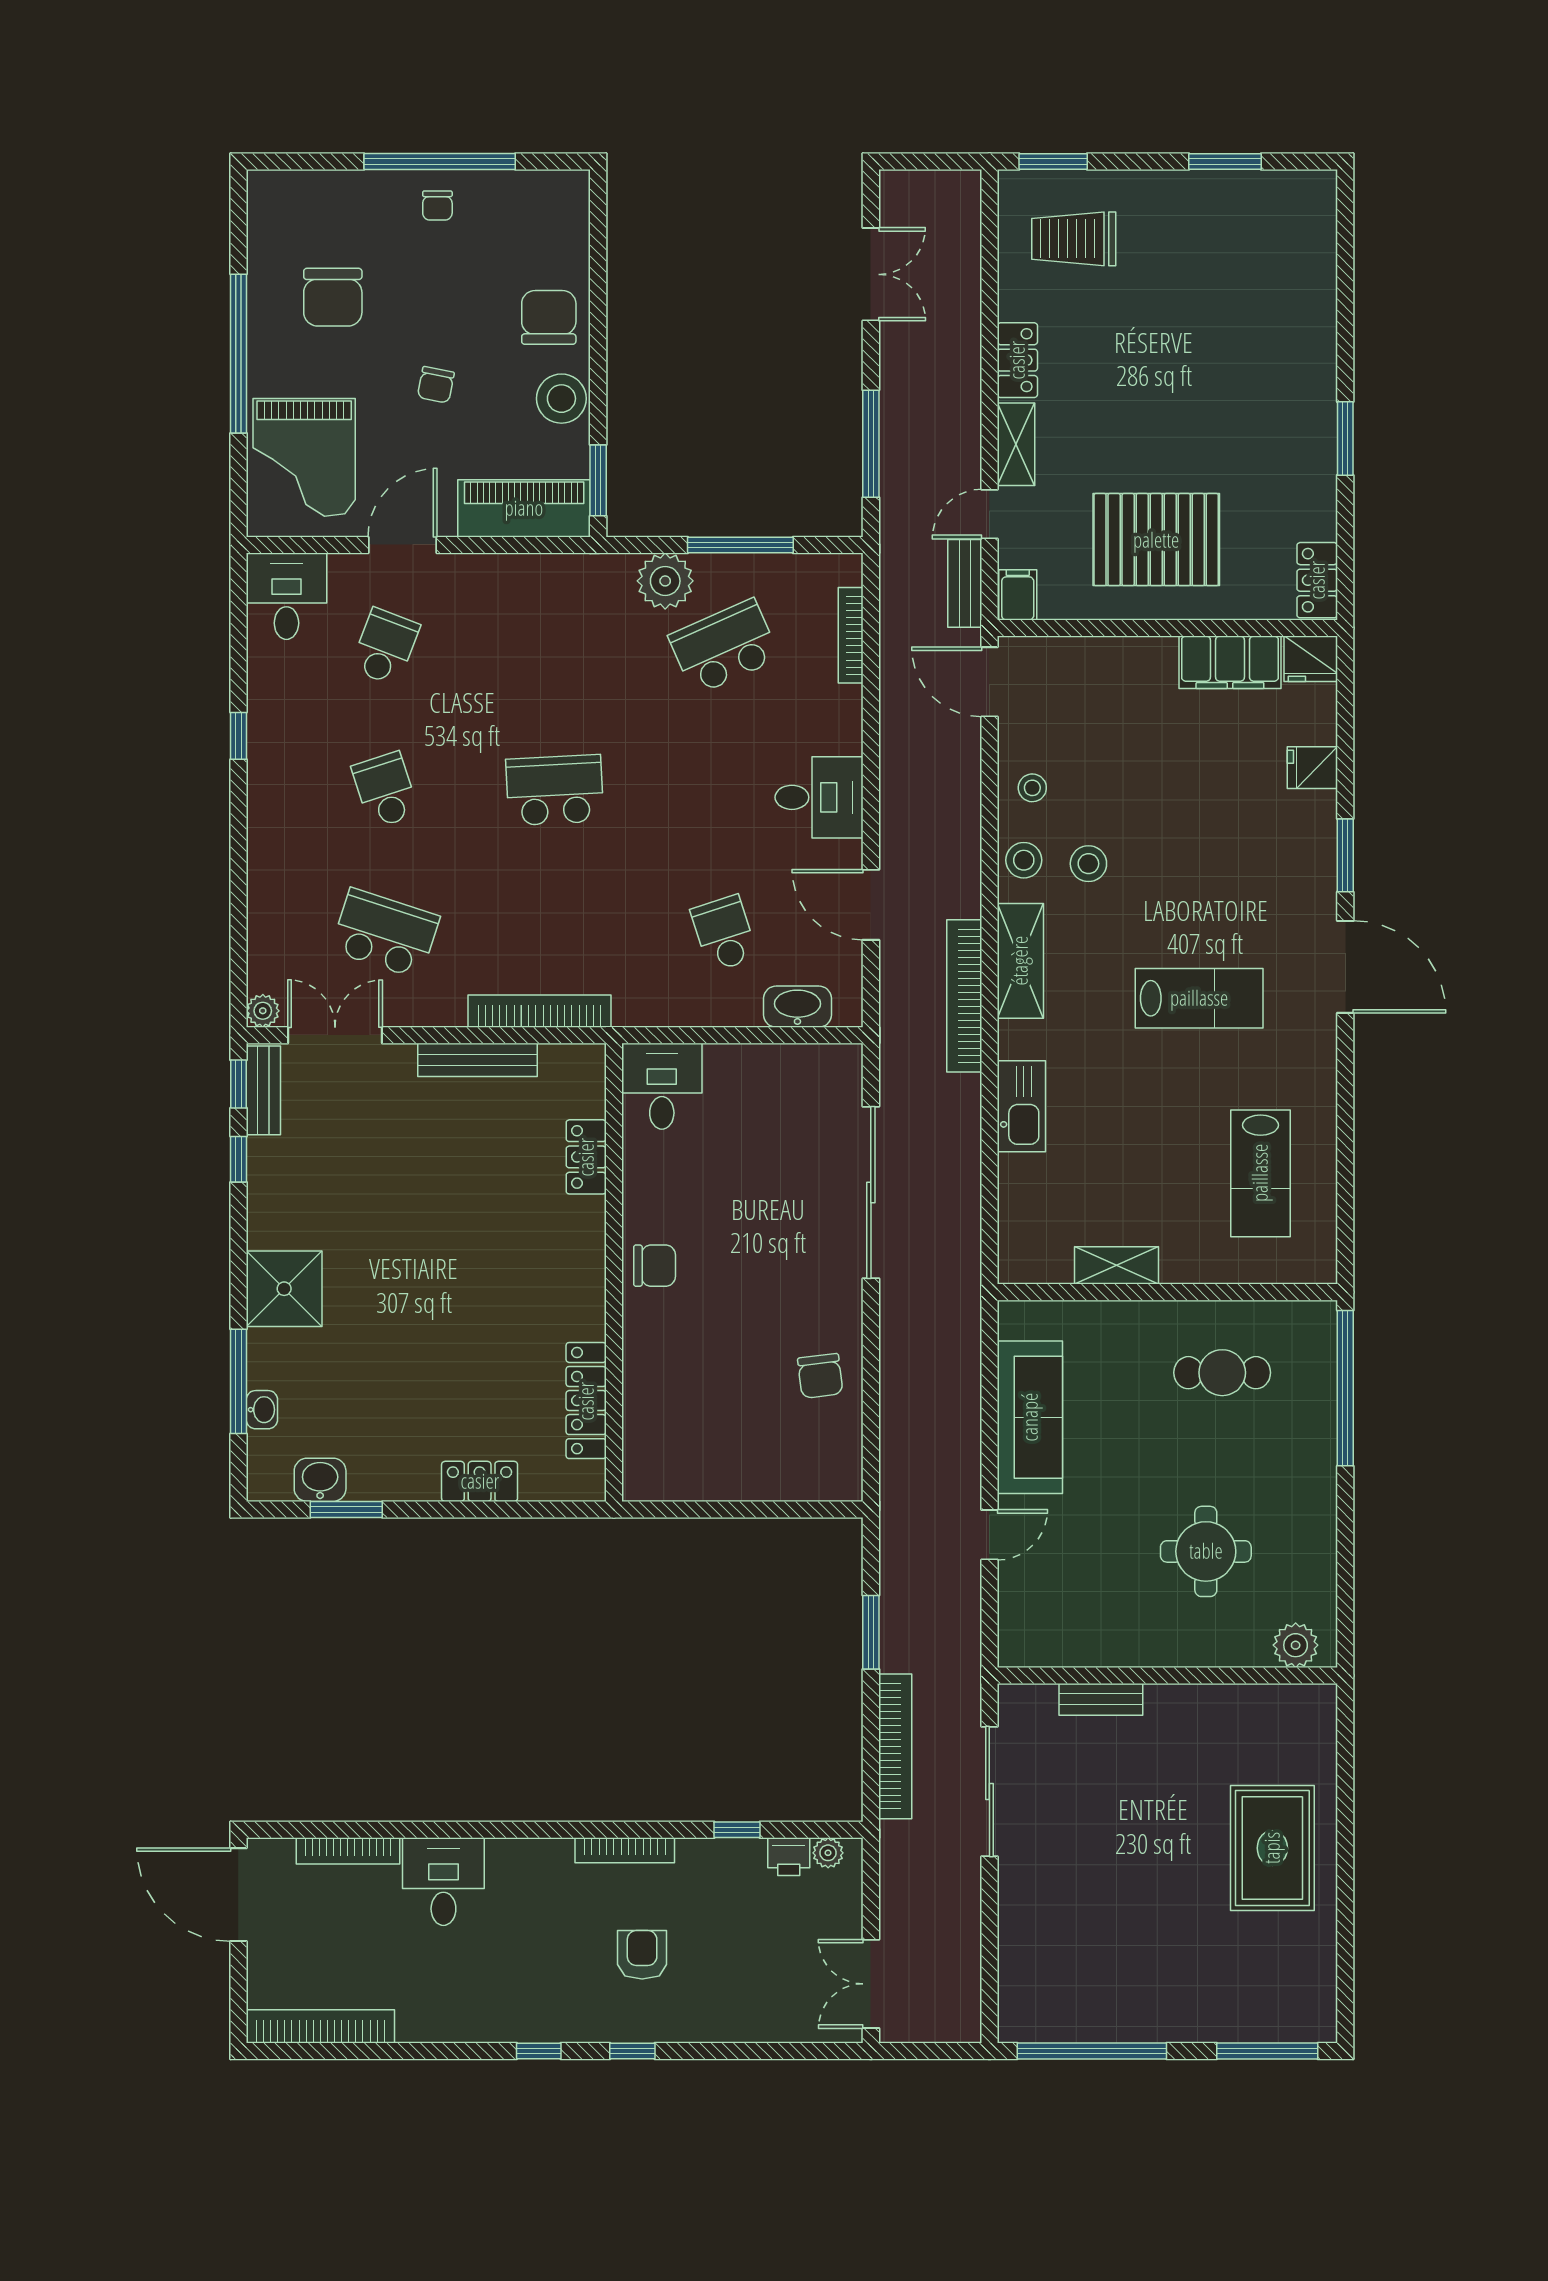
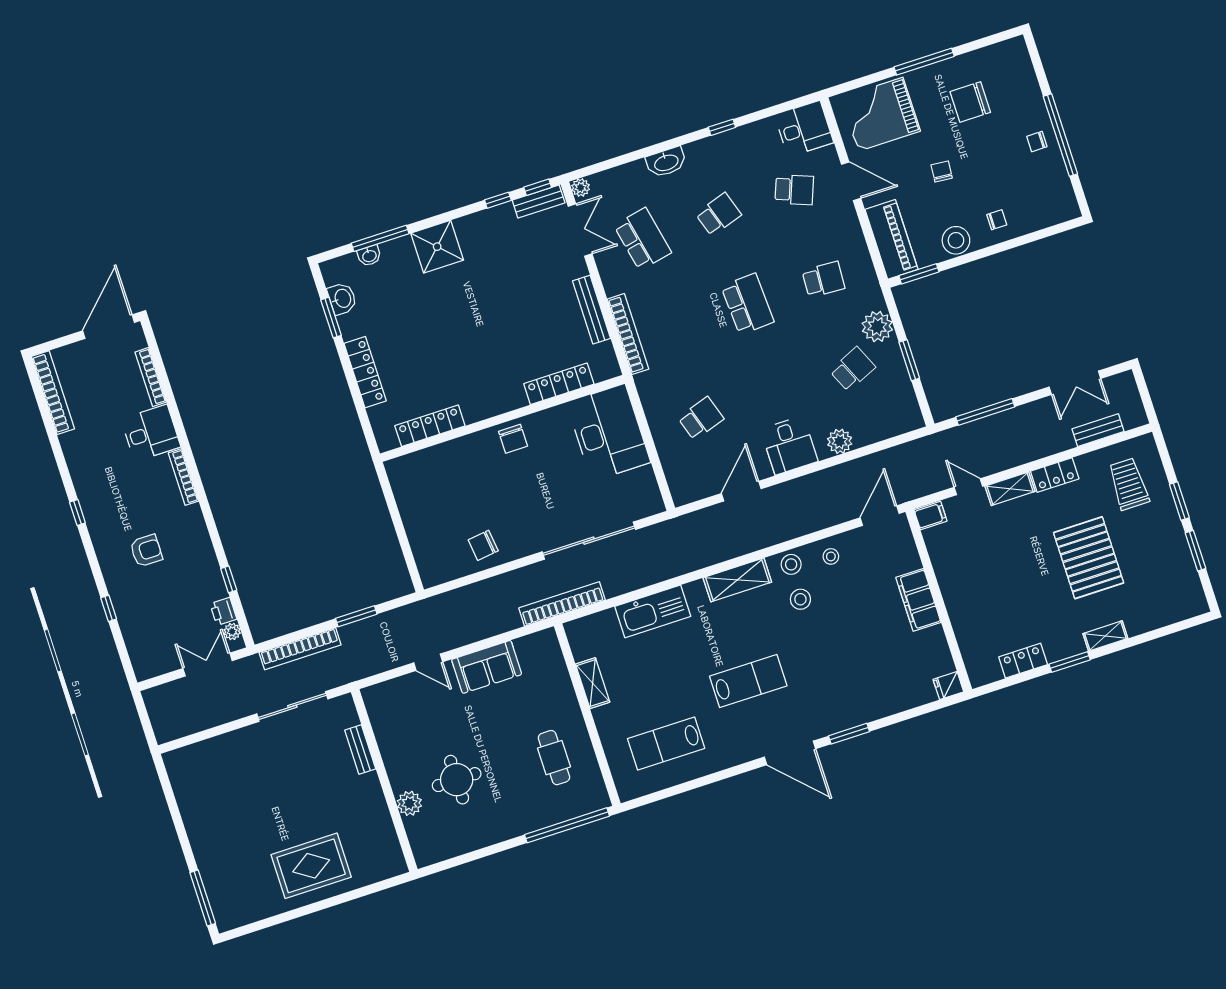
window: (1053, 162) -> (1179, 501), moved
chair: (549, 317) -> (997, 220), width x0.54, depth x0.54
window: (238, 354) -> (924, 62), width x0.68
shelving: (1321, 363) -> (1105, 636), added
chair: (436, 385) -> (942, 171), turned 84
pallet: (1156, 540) -> (1089, 558), moved
window: (740, 545) -> (909, 360), width x0.69
locker: (1317, 580) -> (1023, 661), moved
bench: (965, 583) -> (1098, 430), moved
bookcase: (851, 635) -> (880, 434), removed
school desk: (555, 647) -> (823, 279), added
school desk: (724, 647) -> (853, 369), width x0.54
fridge: (1311, 659) -> (948, 686), width x0.72
filing cabinet: (1230, 662) -> (918, 600), moved
plant: (840, 709) -> (840, 441), added
fridge: (1312, 768) -> (890, 701), removed
school desk: (385, 933) -> (643, 239), turned -30
door: (1345, 967) -> (790, 753), hinge flipped
bookcase: (964, 996) -> (562, 604), moved
lab bench: (1199, 998) -> (748, 681), turned -90
washbasin: (797, 1007) -> (666, 162), moved, turned 90
desk: (662, 1086) -> (608, 432), width x1.87, depth x1.30
kitchen sink: (1021, 1106) -> (653, 611), width x1.36, depth x1.24
locker: (586, 1157) -> (559, 384), width x1.53
sofa: (1030, 1417) -> (487, 667), width x0.73
locker: (480, 1481) -> (365, 372), width x1.53
plant: (1296, 1645) -> (409, 803), moved
bookcase: (625, 1850) -> (183, 477), moved
double door: (871, 1984) -> (208, 665), moved
window: (632, 2051) -> (109, 608), moved
window: (1092, 2051) -> (173, 805), removed

